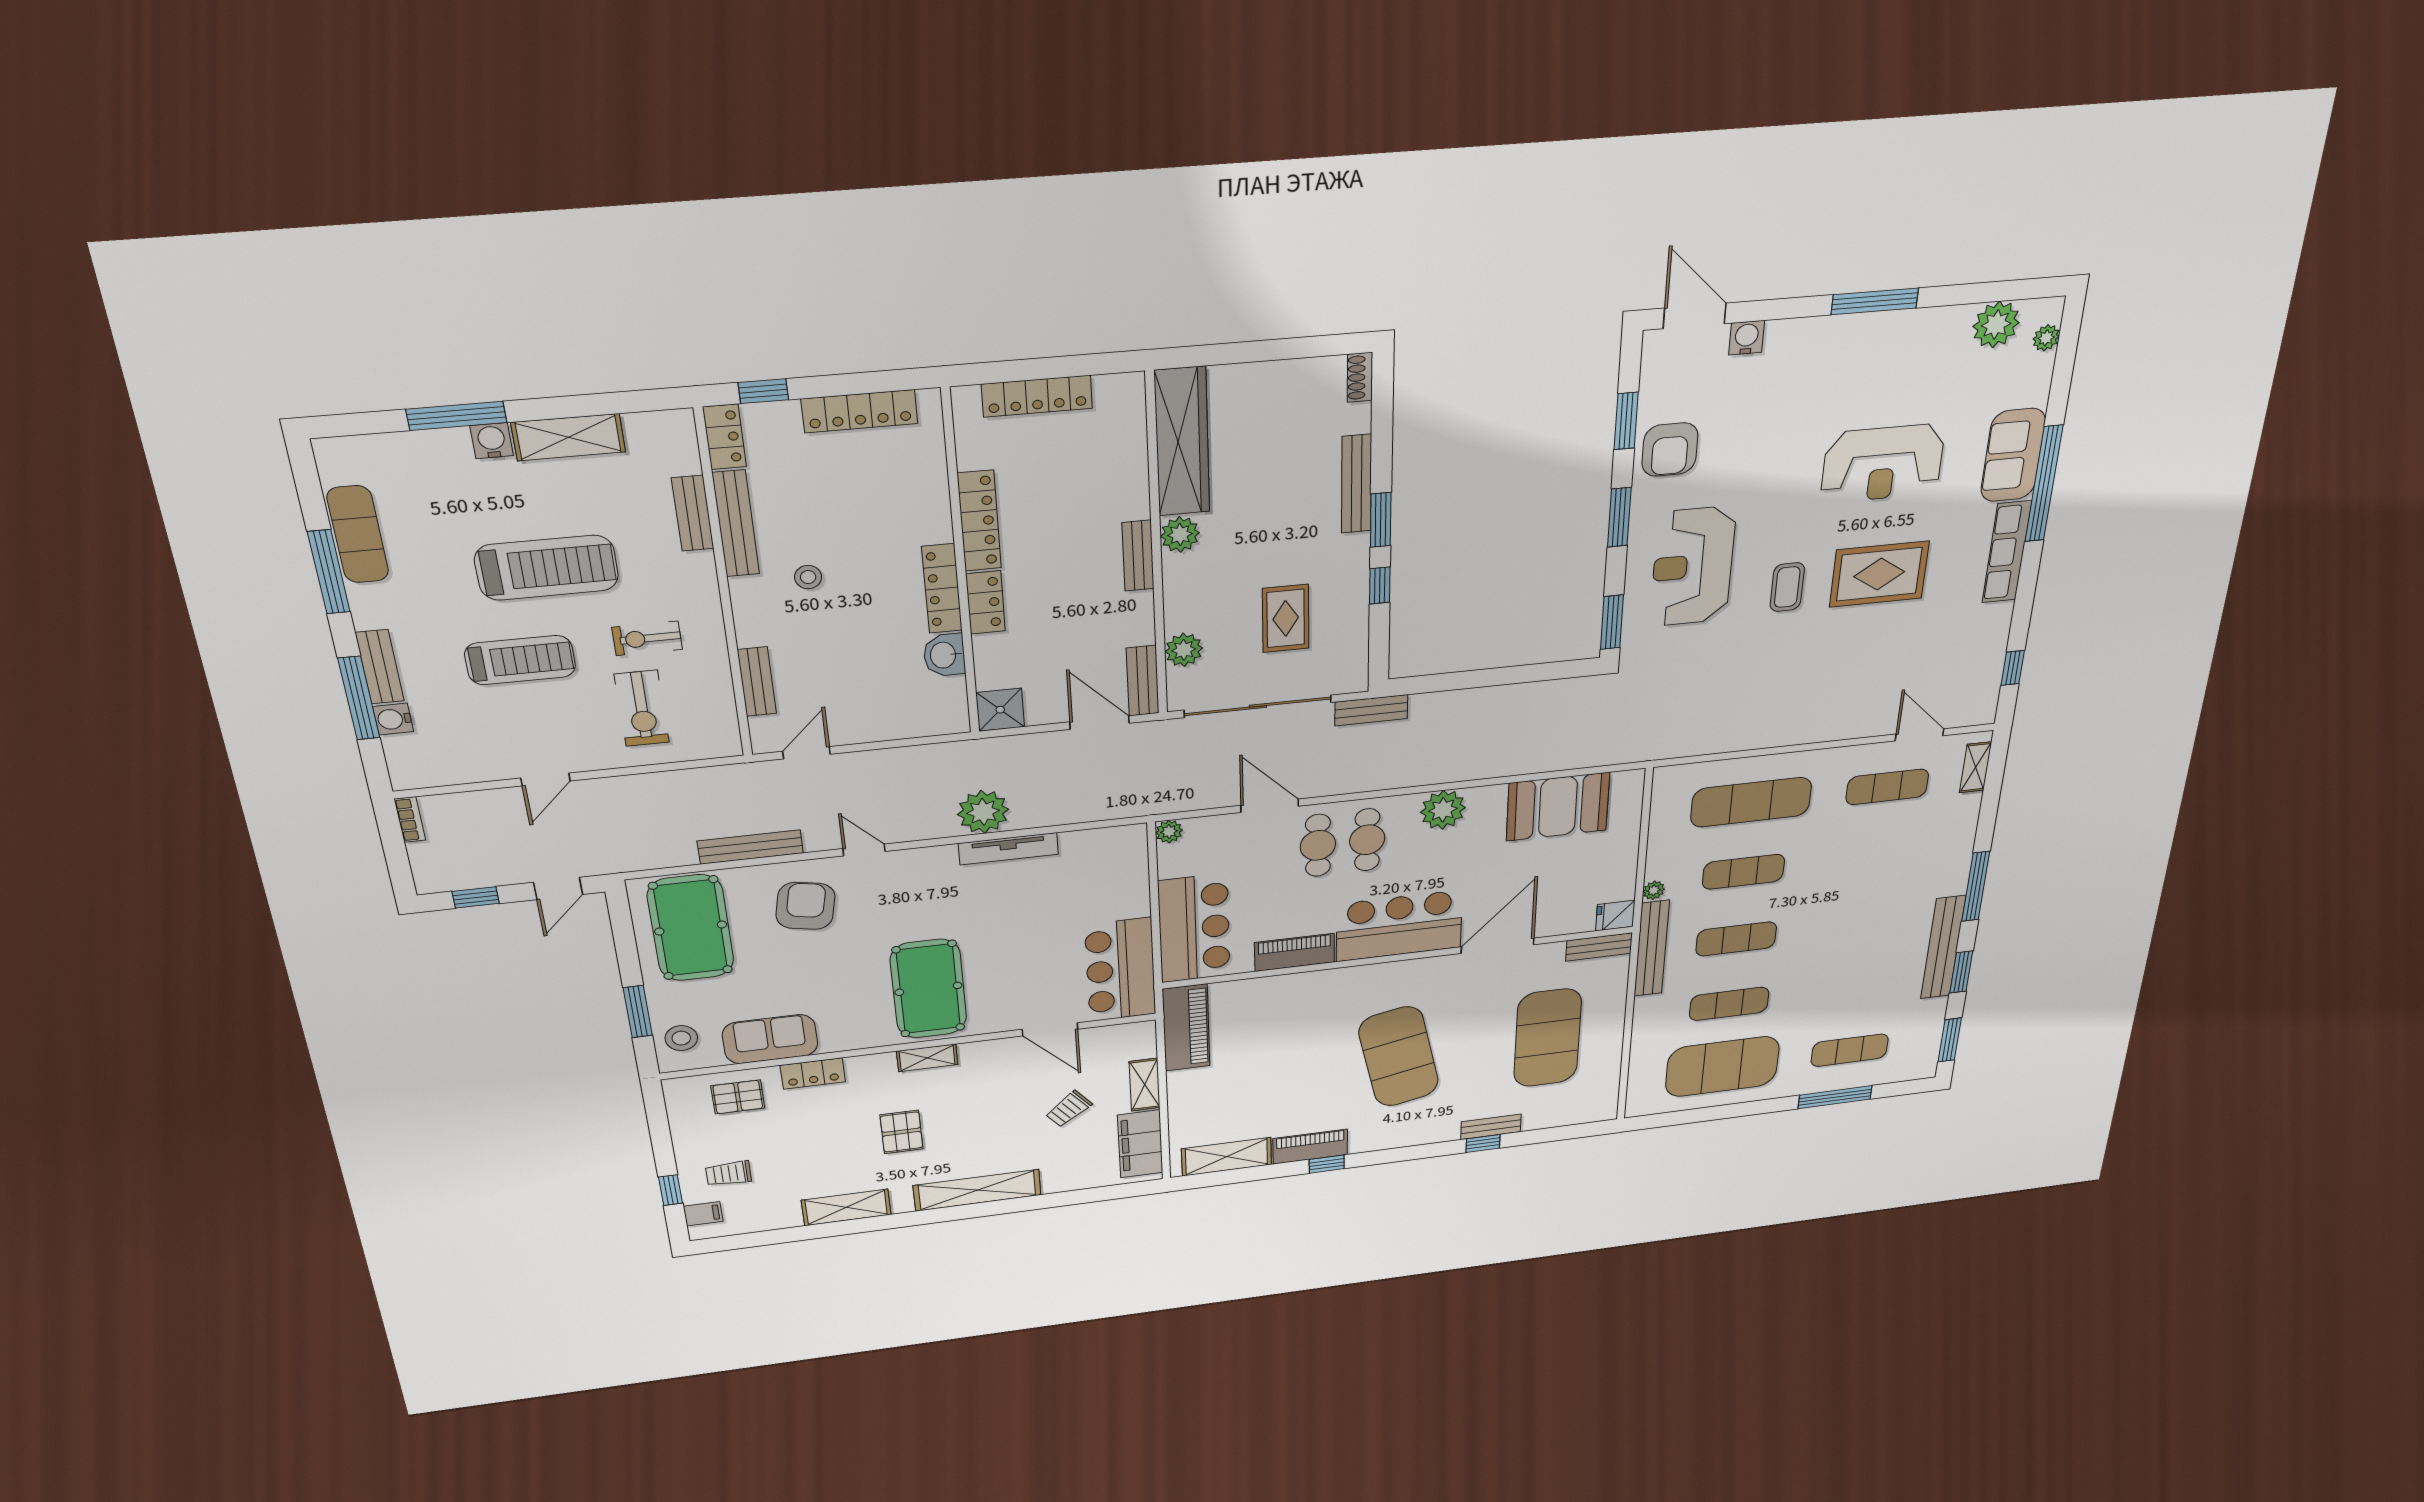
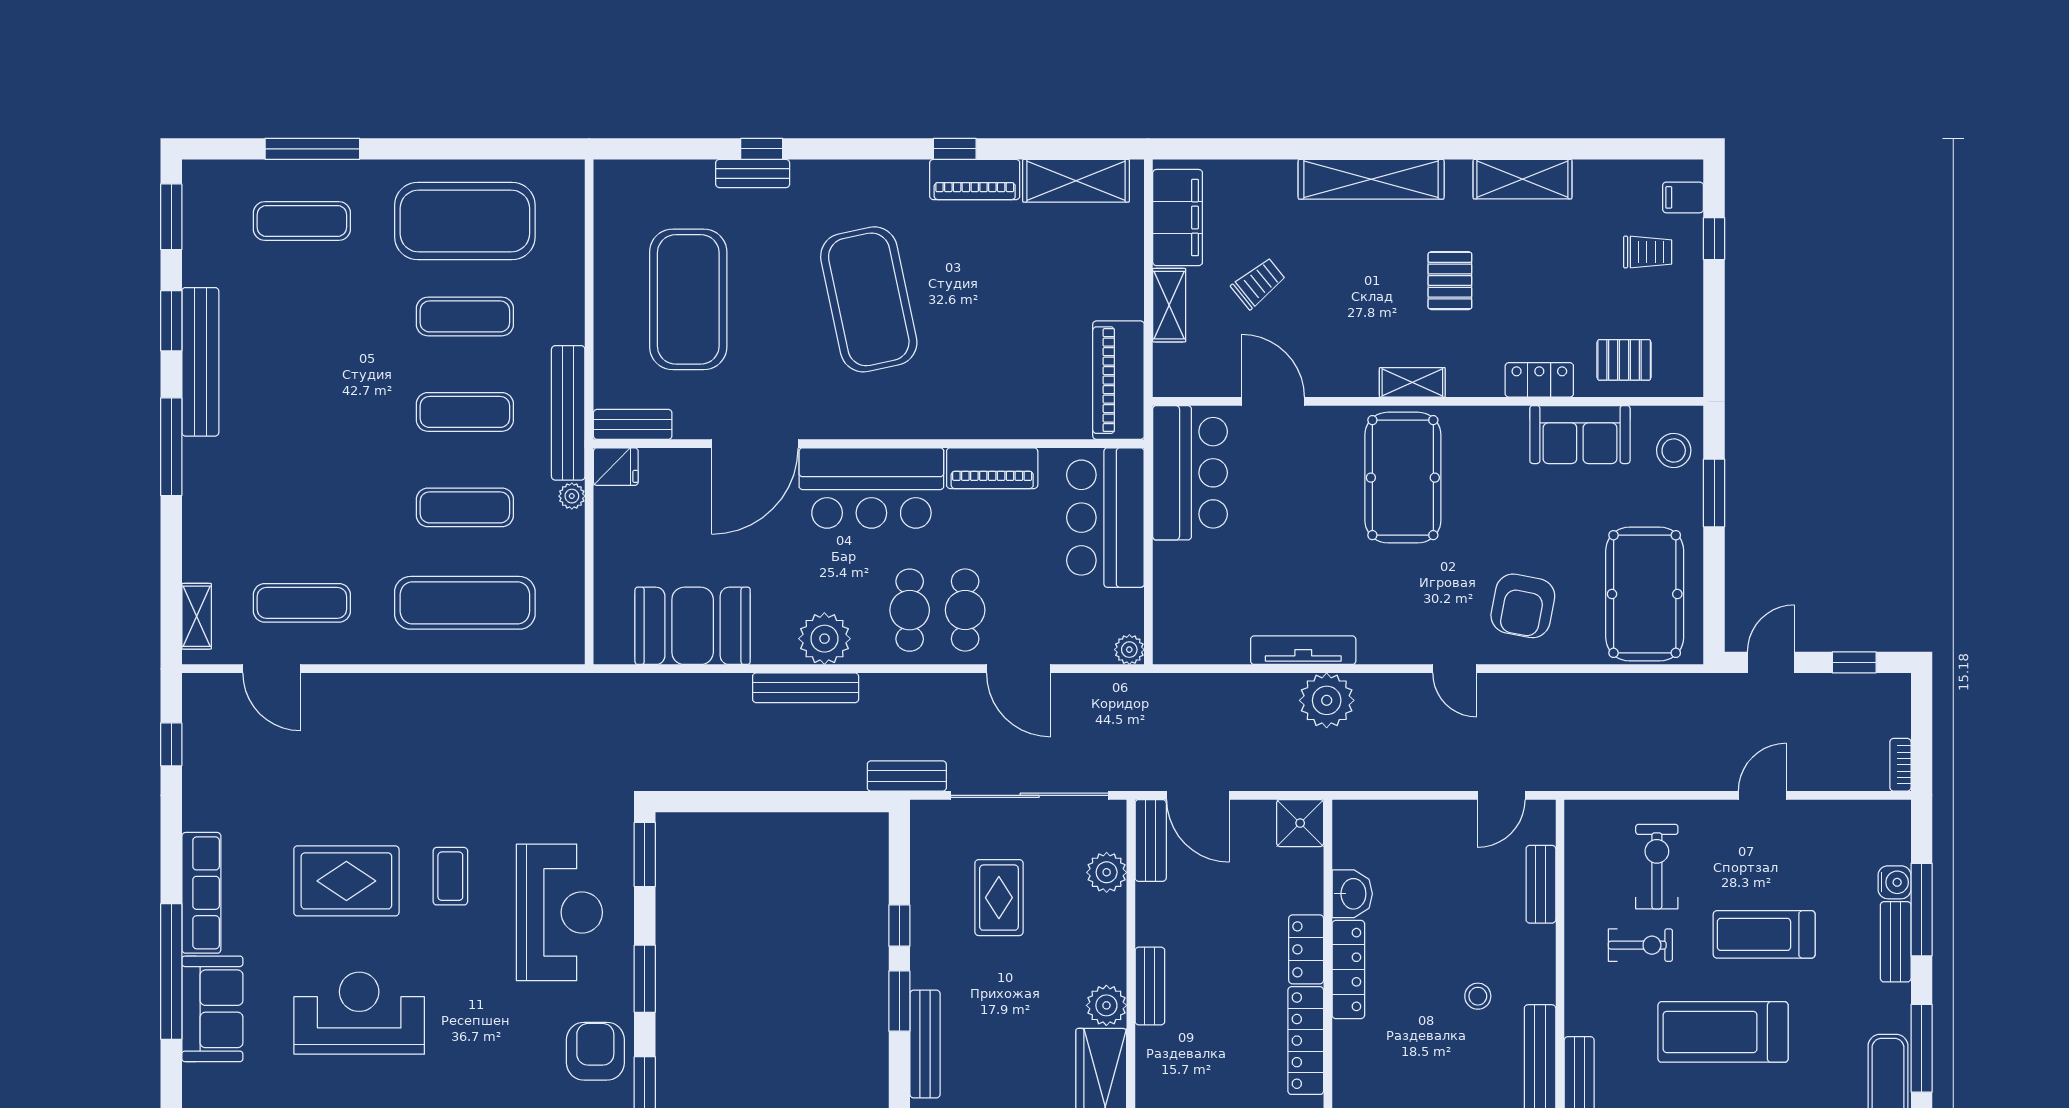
bench: (750, 847) -> (806, 688), moved

